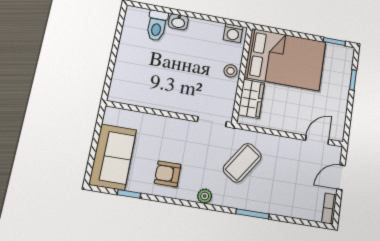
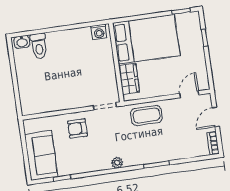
washbasin: (178, 22) -> (22, 42), moved
stool: (231, 71) -> (107, 63), removed
coffee table: (242, 163) -> (146, 116), moved, turned 56
armchair: (168, 174) -> (77, 129), moved

